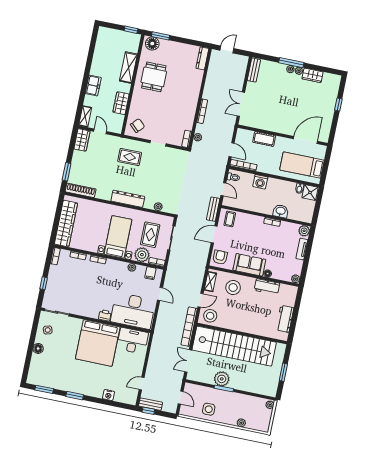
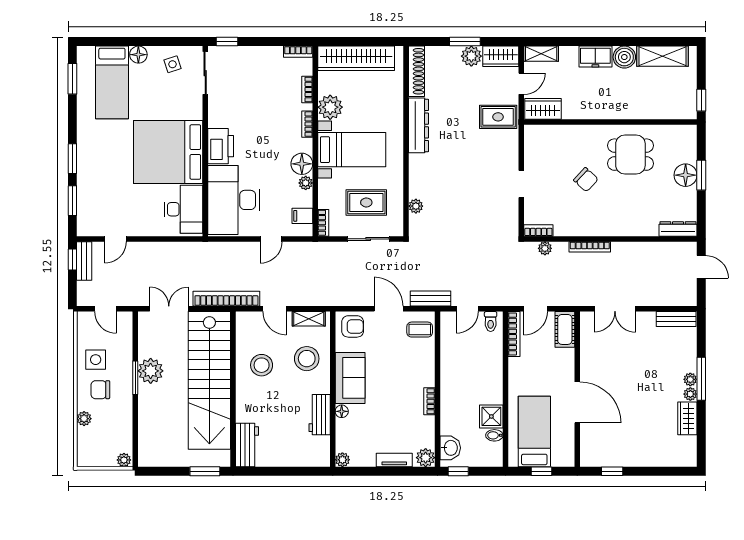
window: (160, 36) -> (701, 175), moved
floor lamp: (152, 44) -> (686, 175), moved
shelving: (128, 68) -> (662, 56), moved
boiler: (97, 69) -> (624, 57), added
wardrobe: (121, 103) -> (543, 109), moved
double door: (241, 104) -> (615, 309), swing flipped
window: (338, 105) -> (612, 471), moved
chair: (138, 126) -> (586, 180), moved
cot: (264, 139) -> (565, 329), moved
door: (305, 140) -> (577, 402), moved
plant: (78, 157) -> (471, 56), added
rug: (130, 157) -> (498, 117), moved, turned 90
window: (326, 166) -> (541, 471), added
window: (67, 172) -> (465, 42), moved
washing machine: (260, 182) -> (492, 368), removed
shower: (310, 192) -> (491, 416), moved
dresser: (128, 199) -> (418, 125), moved
washbasin: (281, 211) -> (450, 448), moved
window: (316, 213) -> (458, 471), added
plant: (142, 255) -> (330, 107), moved
floor lamp: (120, 267) -> (302, 164), added
window: (44, 283) -> (227, 42), moved
printer: (105, 315) -> (221, 146), width x1.87, depth x1.48
stool: (210, 316) -> (262, 365), moved
workbench: (285, 319) -> (247, 445), moved, turned 90
bed: (51, 367) -> (112, 82), added
window: (283, 372) -> (205, 471), moved
door: (142, 384) -> (115, 239), swing flipped
nightstand: (108, 395) -> (85, 188), removed
window: (75, 396) -> (72, 159), moved
door: (181, 398) -> (105, 309), hinge flipped
window: (114, 404) -> (72, 201), added
chair: (227, 410) -> (100, 390), added

